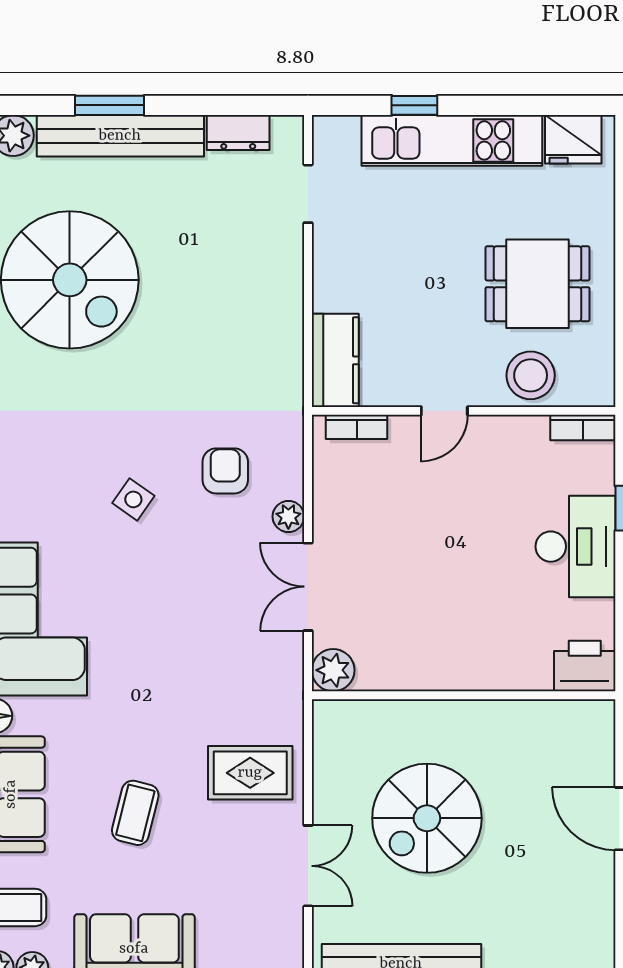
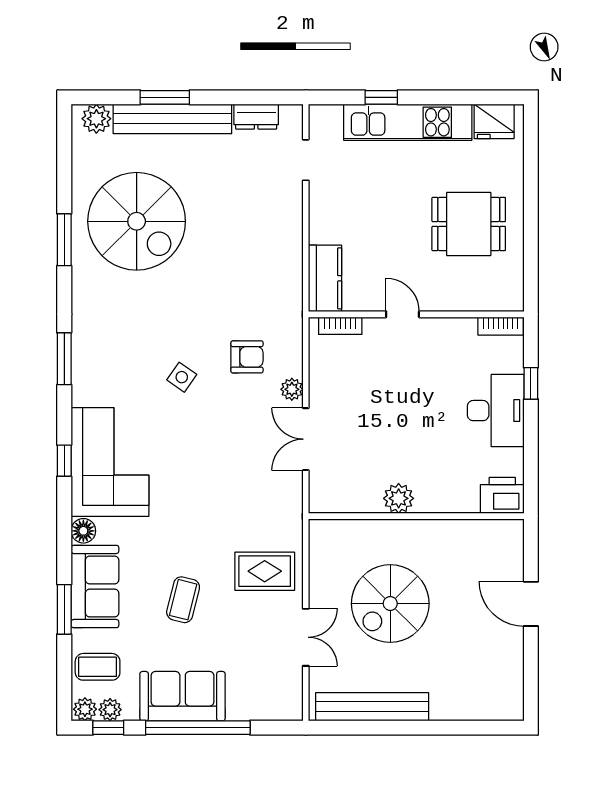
stool: (531, 375) -> (464, 289), removed
door: (444, 411) -> (403, 314), swing flipped
armchair: (225, 471) -> (247, 357), turned 90
plant: (333, 670) -> (399, 498), moved

